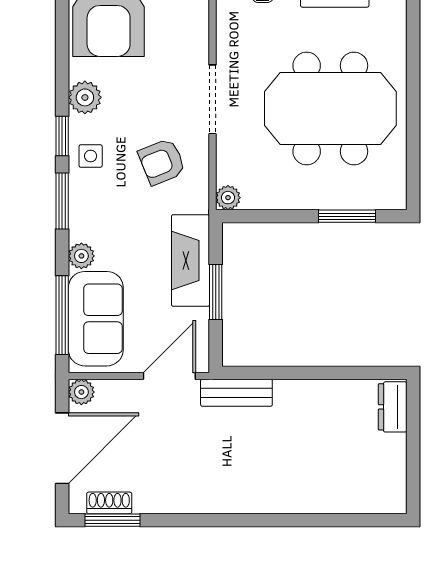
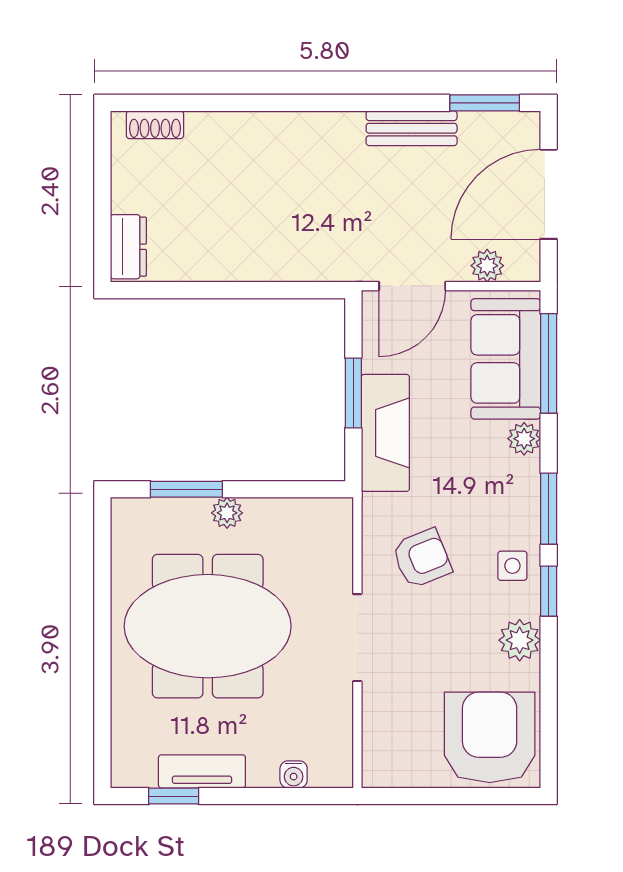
plant: (228, 198) -> (227, 513), moved
plant: (81, 392) -> (487, 266), moved
bench: (236, 393) -> (412, 128), moved
shoe rack: (109, 503) -> (155, 125), moved

